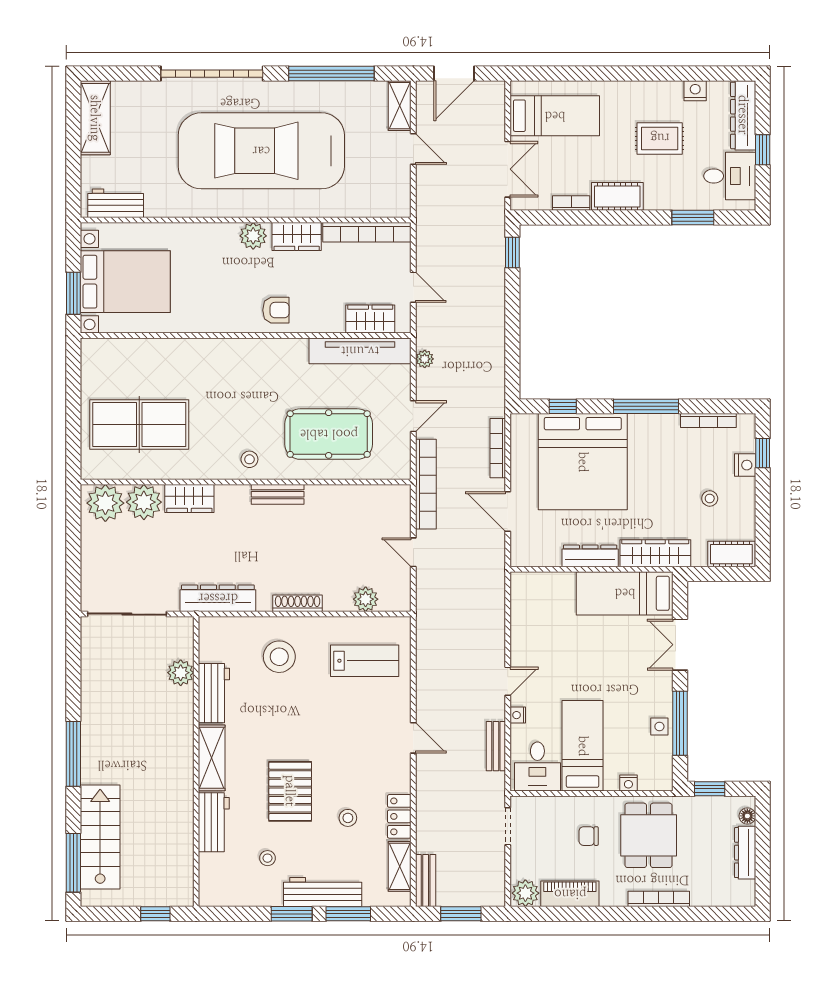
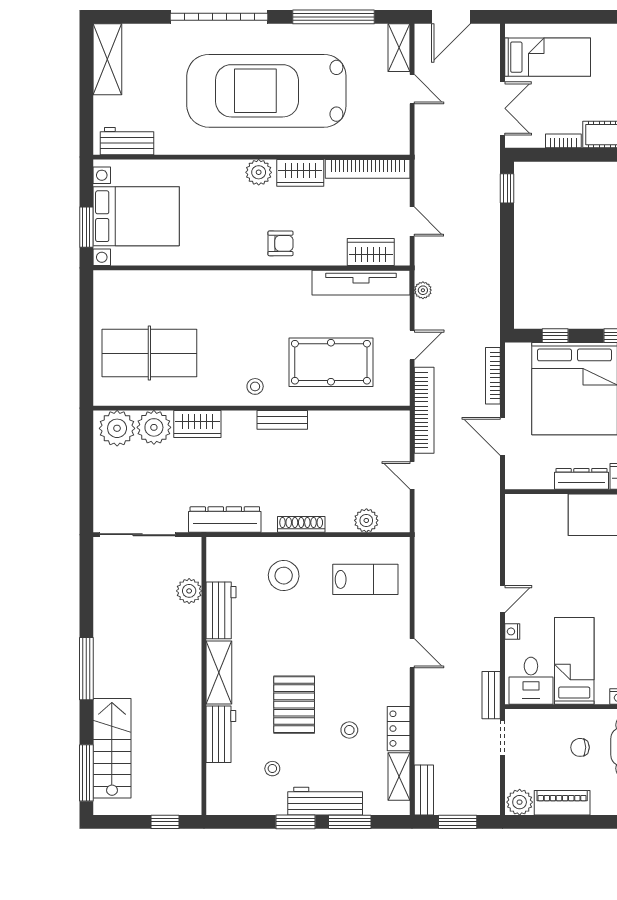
bench: (496, 746) -> (491, 695), moved

